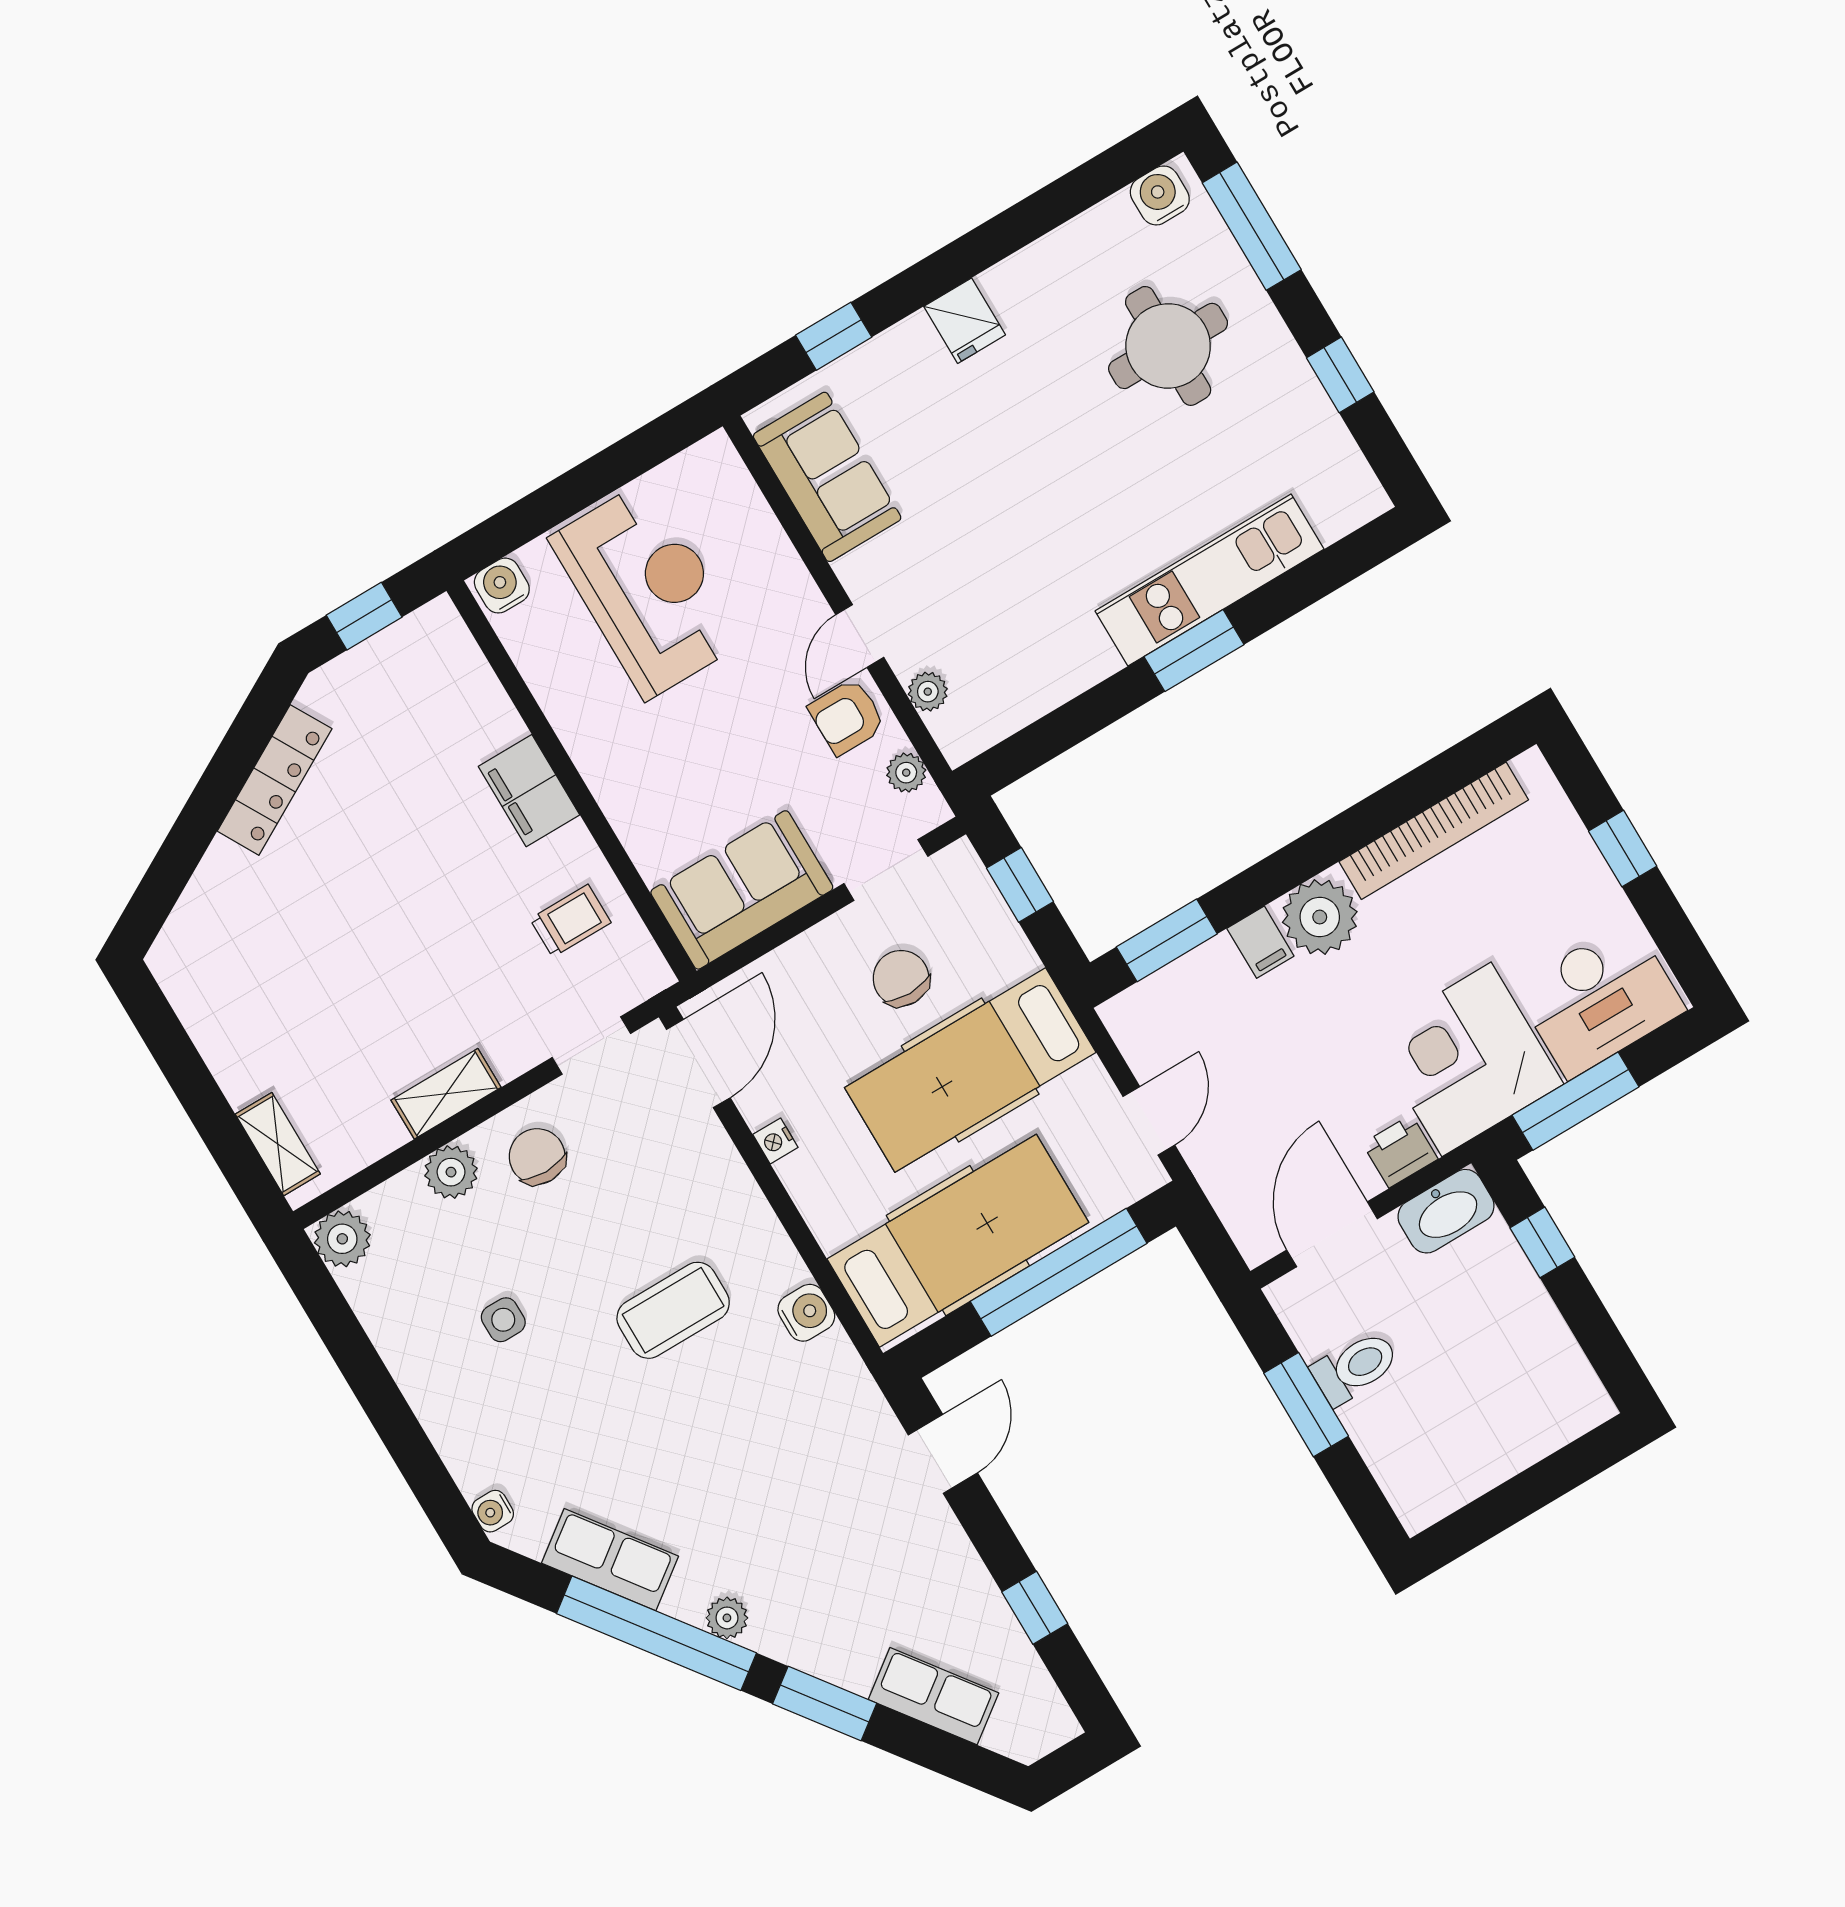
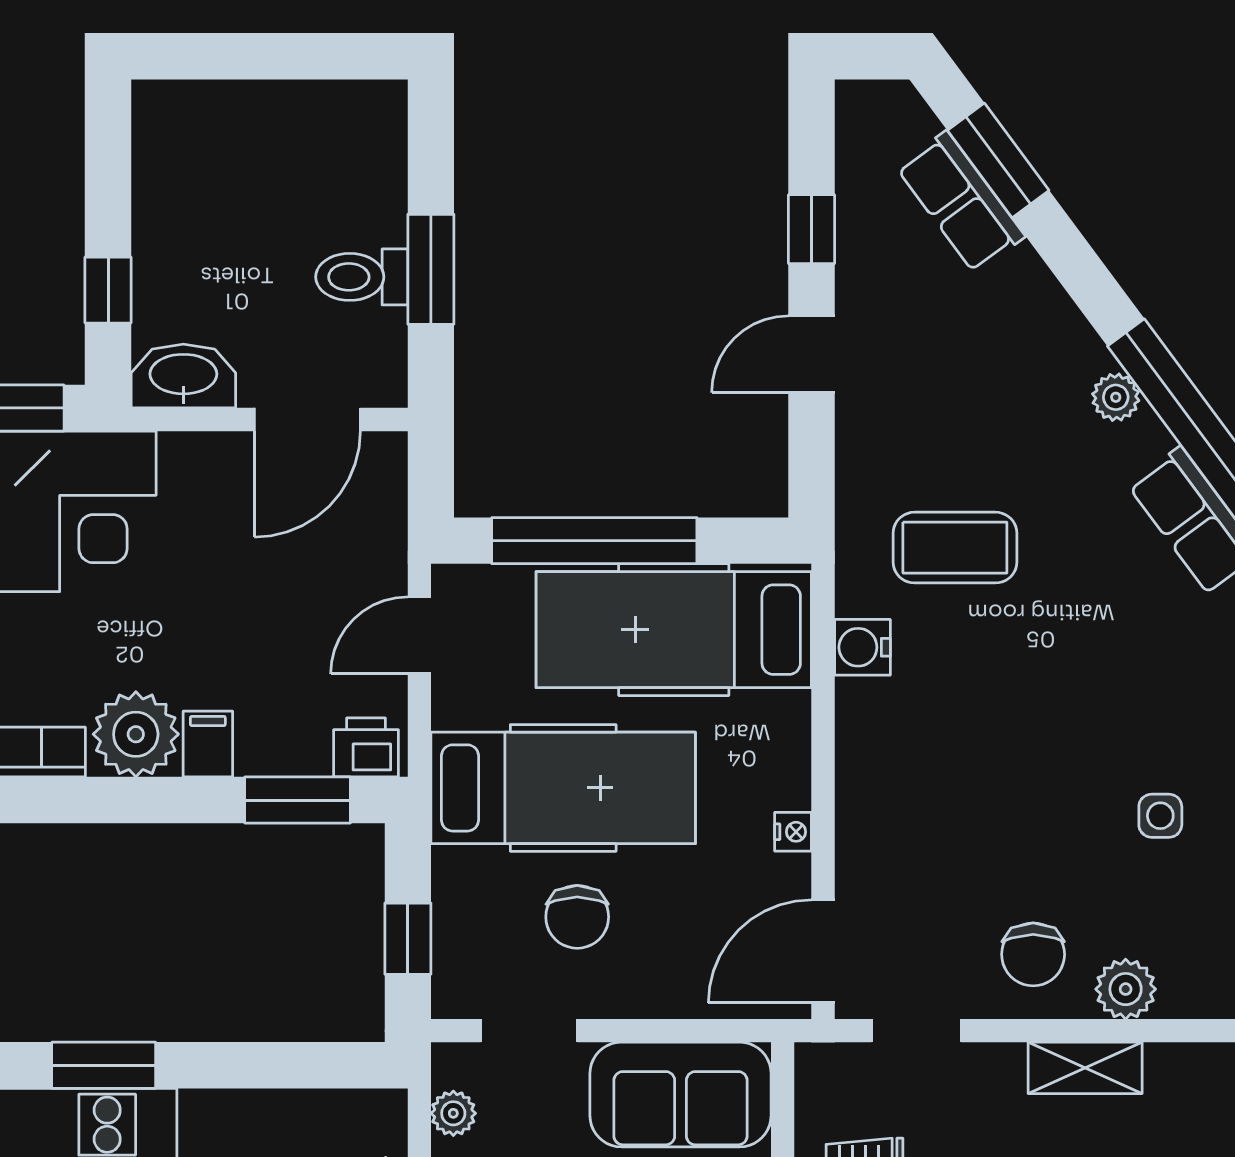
printer: (1400, 1151) -> (366, 747), moved, turned 180
coffee table: (673, 1310) -> (955, 548), moved
door: (943, 1454) -> (811, 354), moved
window: (825, 1703) -> (998, 160), moved

